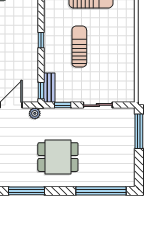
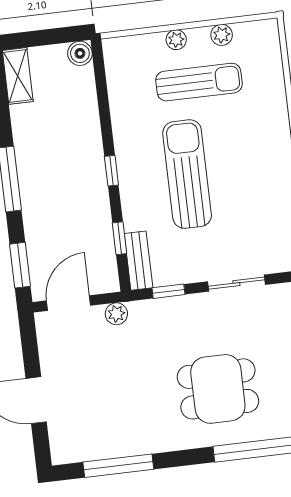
sun lounger: (79, 47) -> (187, 174), width x1.36, depth x1.34
window: (41, 91) -> (120, 238), moved
dining table: (58, 157) -> (218, 389), moved

